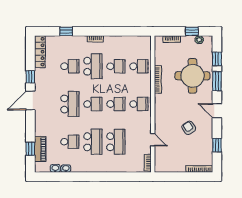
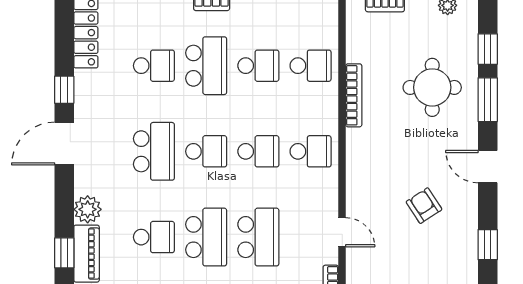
round table: (192, 76) -> (432, 87), width x0.73, depth x0.73
plant: (41, 130) -> (88, 209), added

